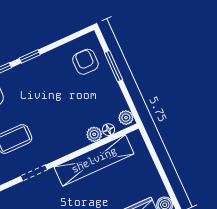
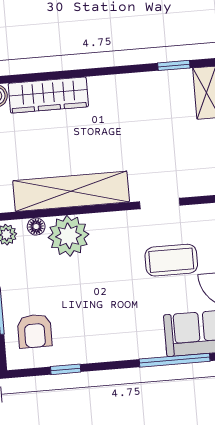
window: (30, 56) -> (66, 369), moved
plant: (94, 134) -> (69, 236), width x1.88, depth x1.88

